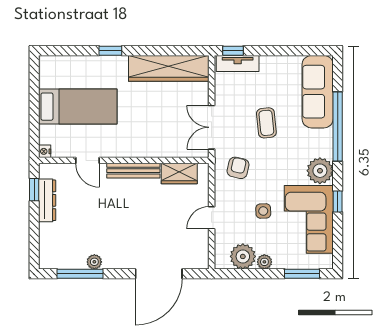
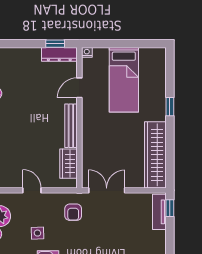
coffee table: (266, 123) -> (110, 236), removed
armchair: (238, 168) -> (73, 212), turned 77
dresser: (47, 200) -> (59, 54), moved

